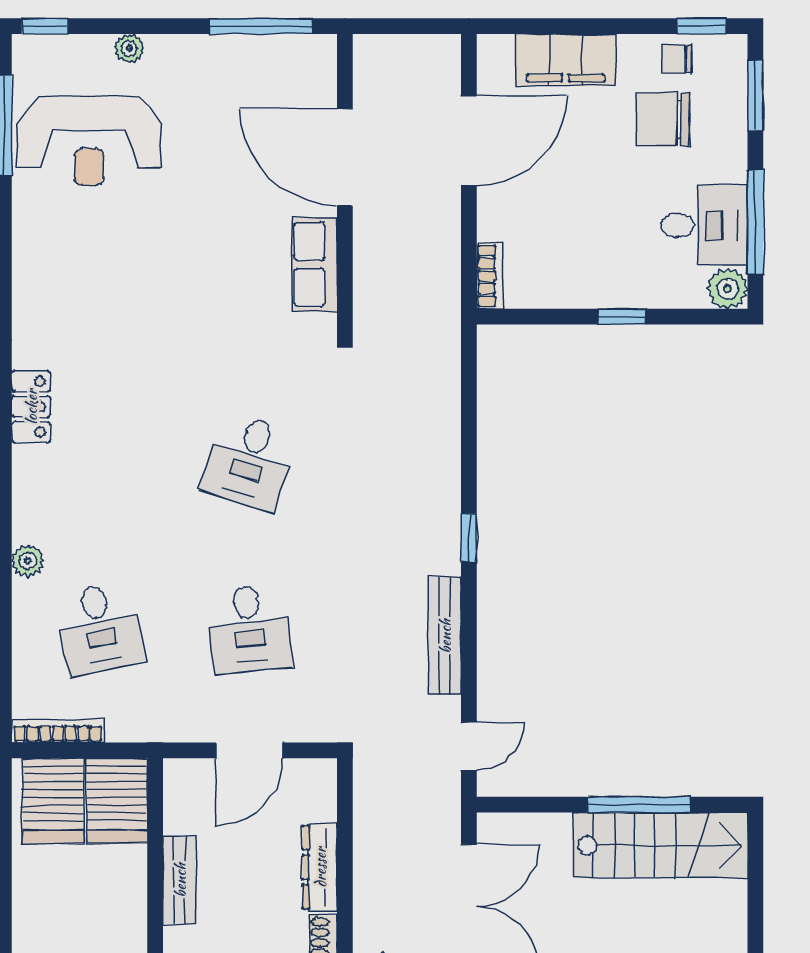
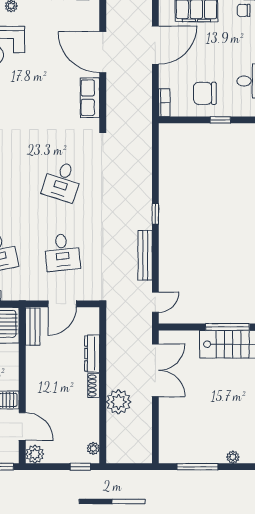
chair: (663, 119) -> (205, 93), moved
bench: (180, 880) -> (33, 327), moved

